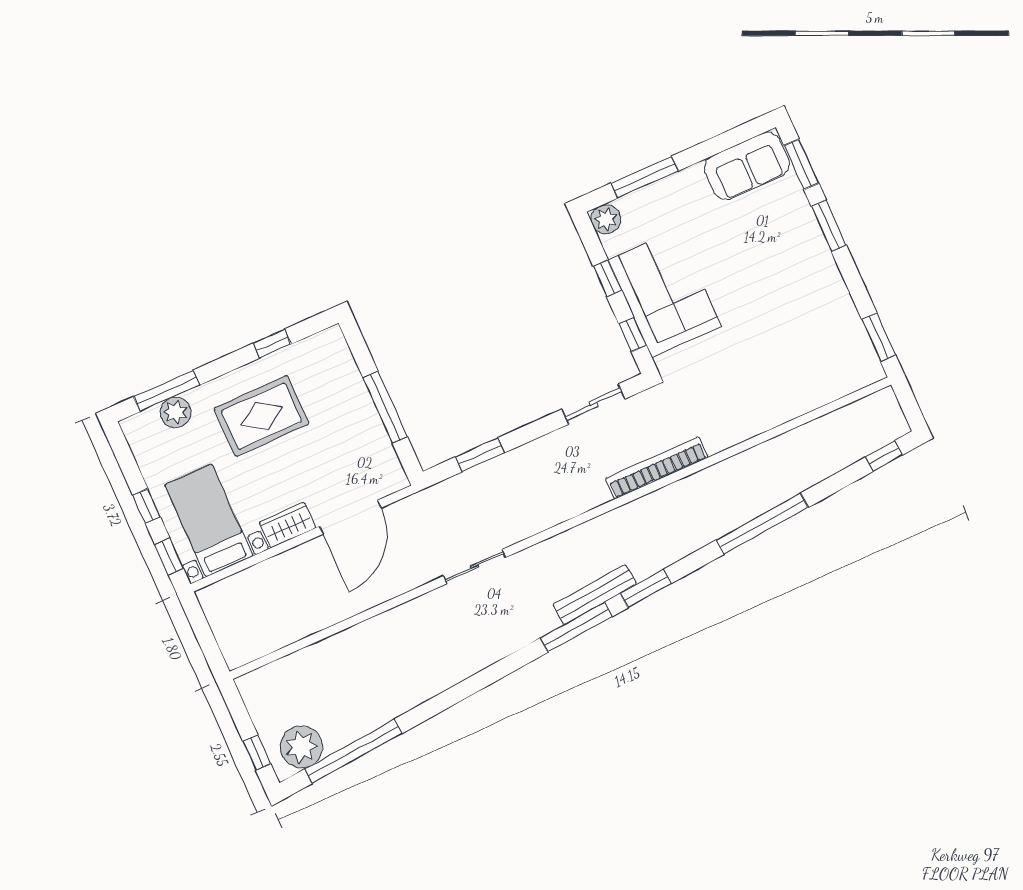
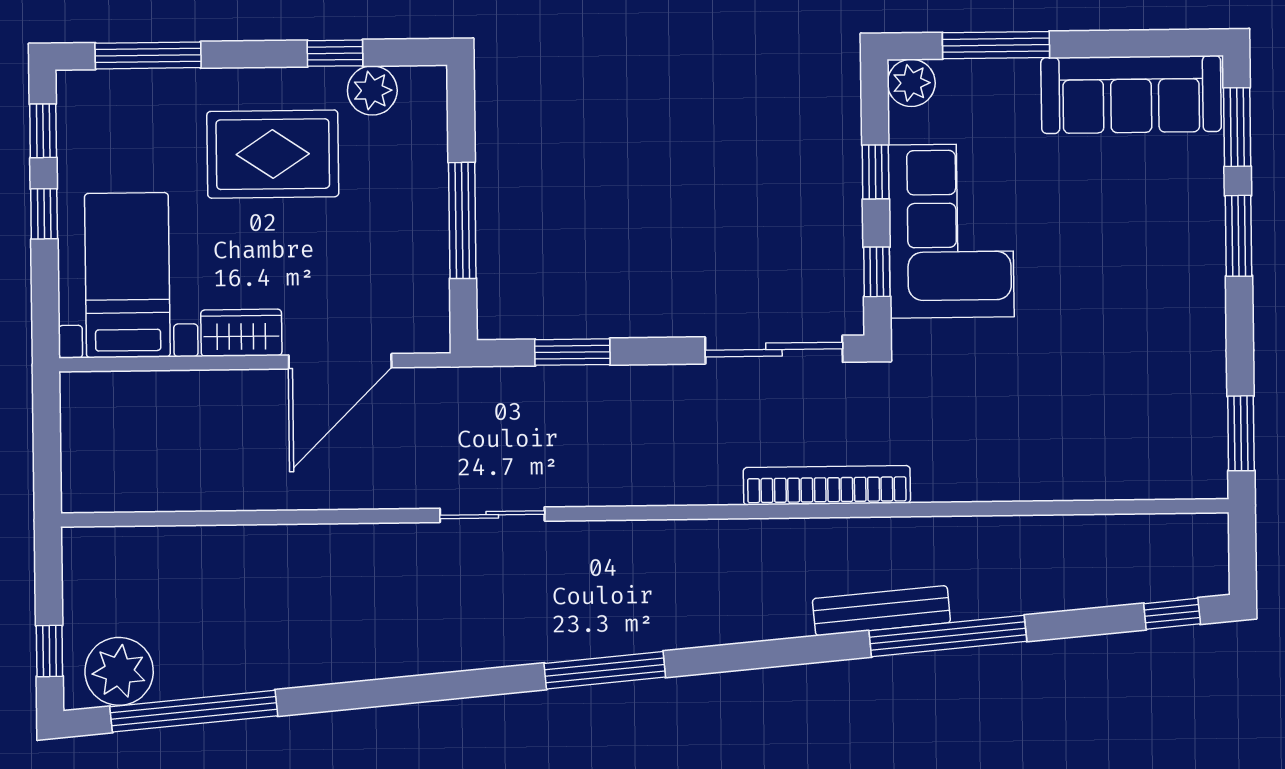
sofa: (747, 166) -> (1131, 95), width x1.36
sliding door: (593, 404) -> (774, 350), width x1.37
plant: (176, 412) -> (372, 90), moved
window: (169, 557) -> (43, 131), moved
window: (646, 589) -> (733, 657), removed
bench: (595, 594) -> (881, 611), moved

